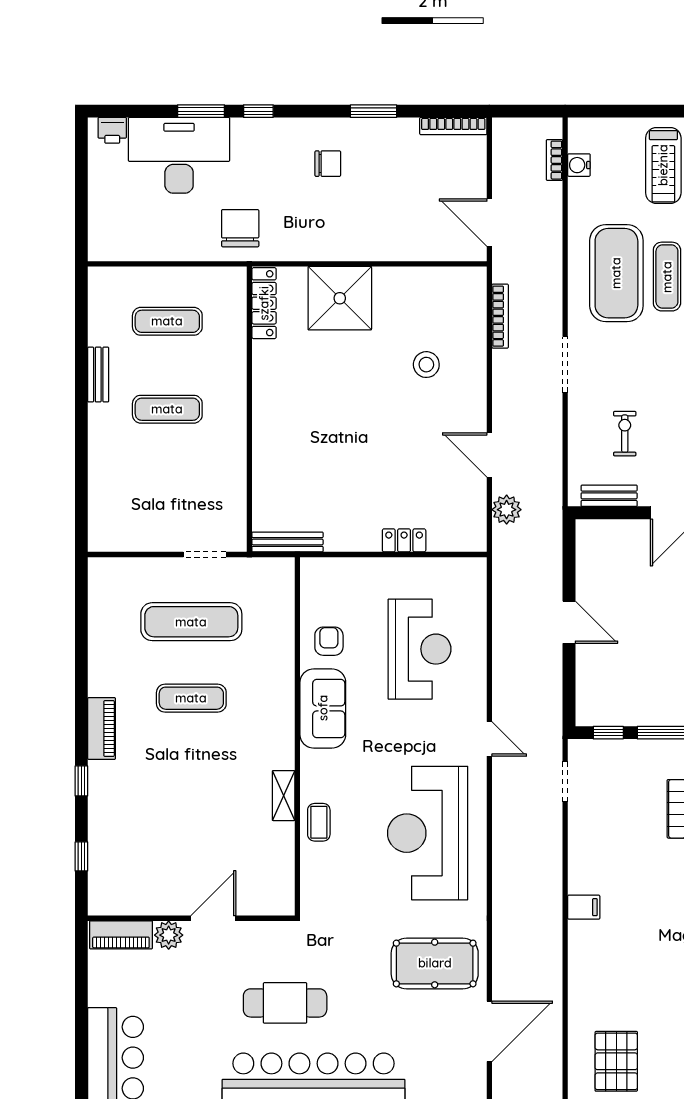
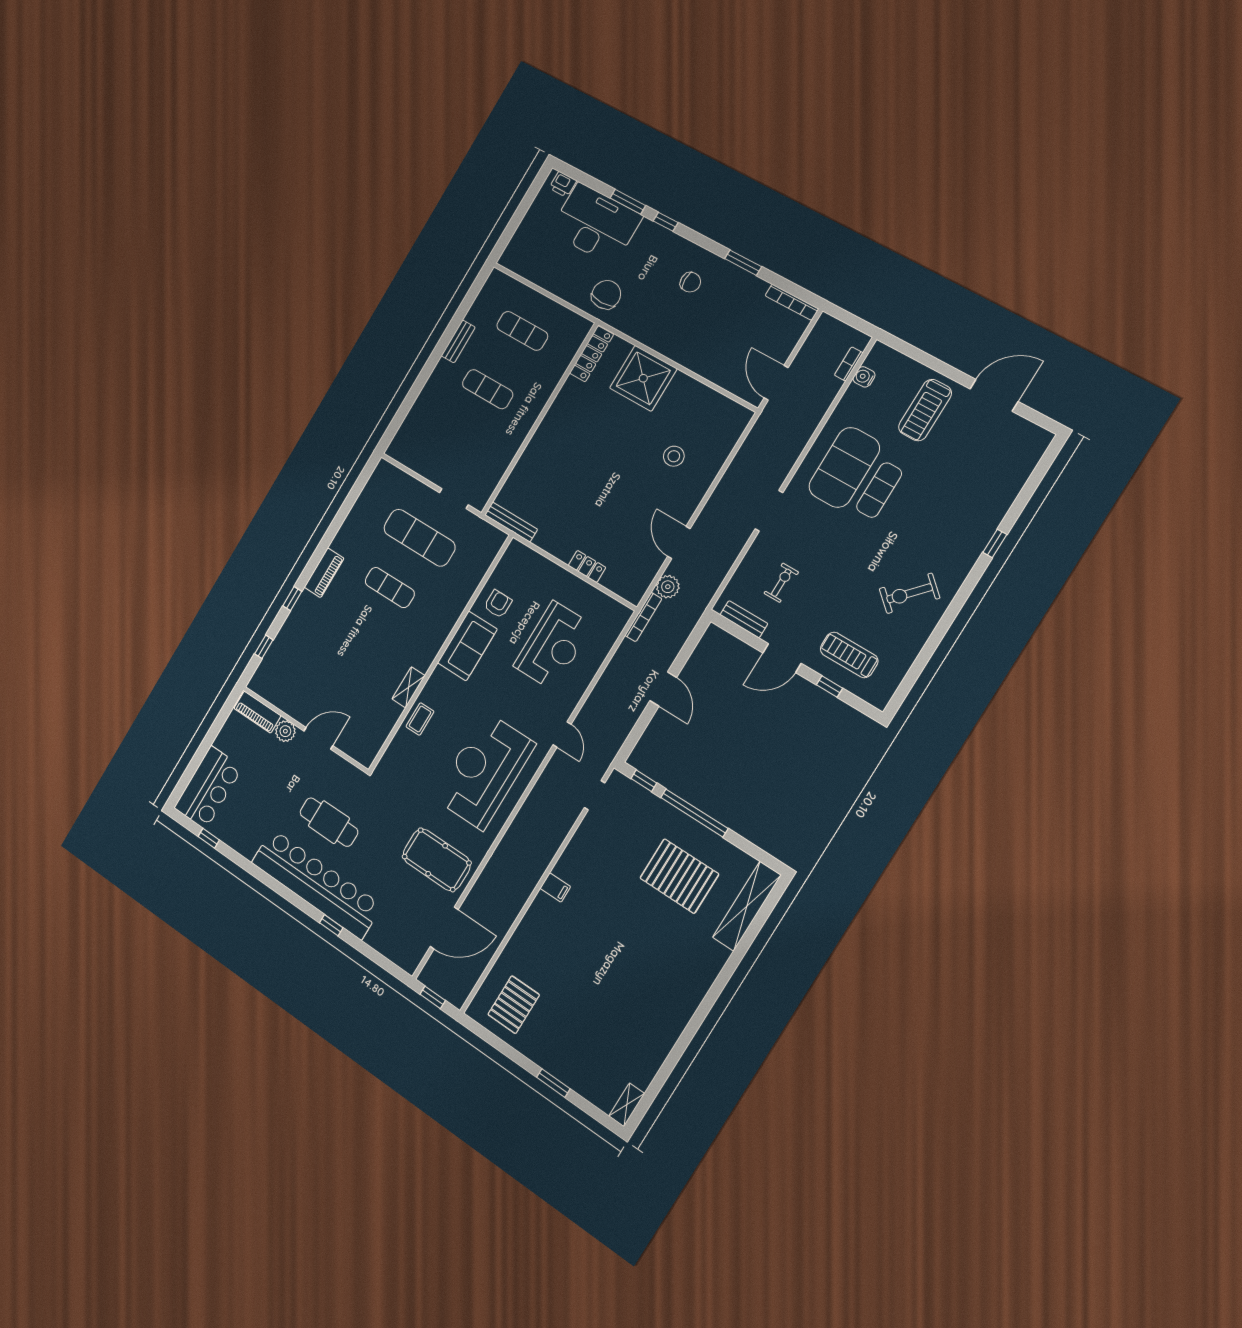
bookcase: (500, 316) -> (643, 617), moved

